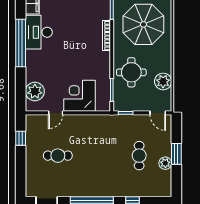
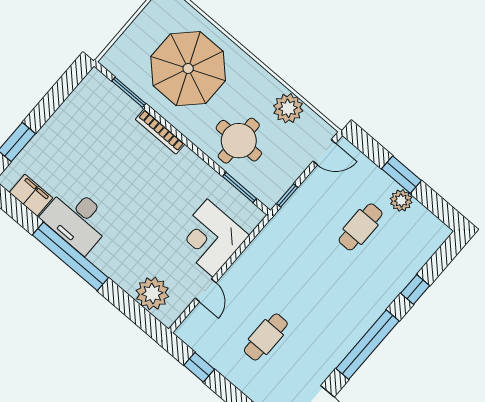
cafe table: (139, 156) -> (361, 227), turned 90

